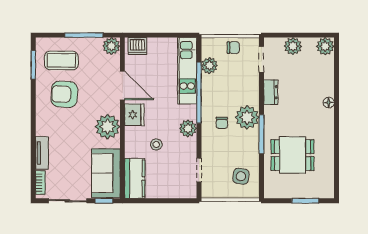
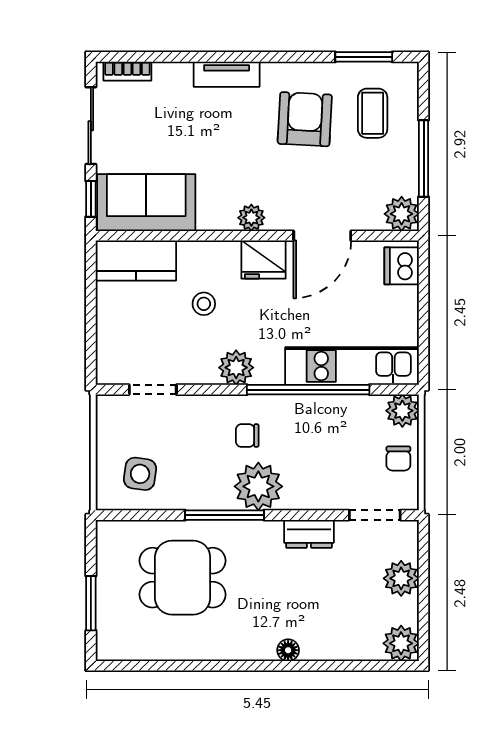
coffee table: (61, 60) -> (373, 113), width x0.73, depth x0.77
plant: (209, 66) -> (402, 411), moved
plant: (108, 127) -> (251, 218), width x0.53, depth x0.53
tv unit: (42, 153) -> (227, 74), moved
dining table: (293, 155) -> (183, 578), turned 90

